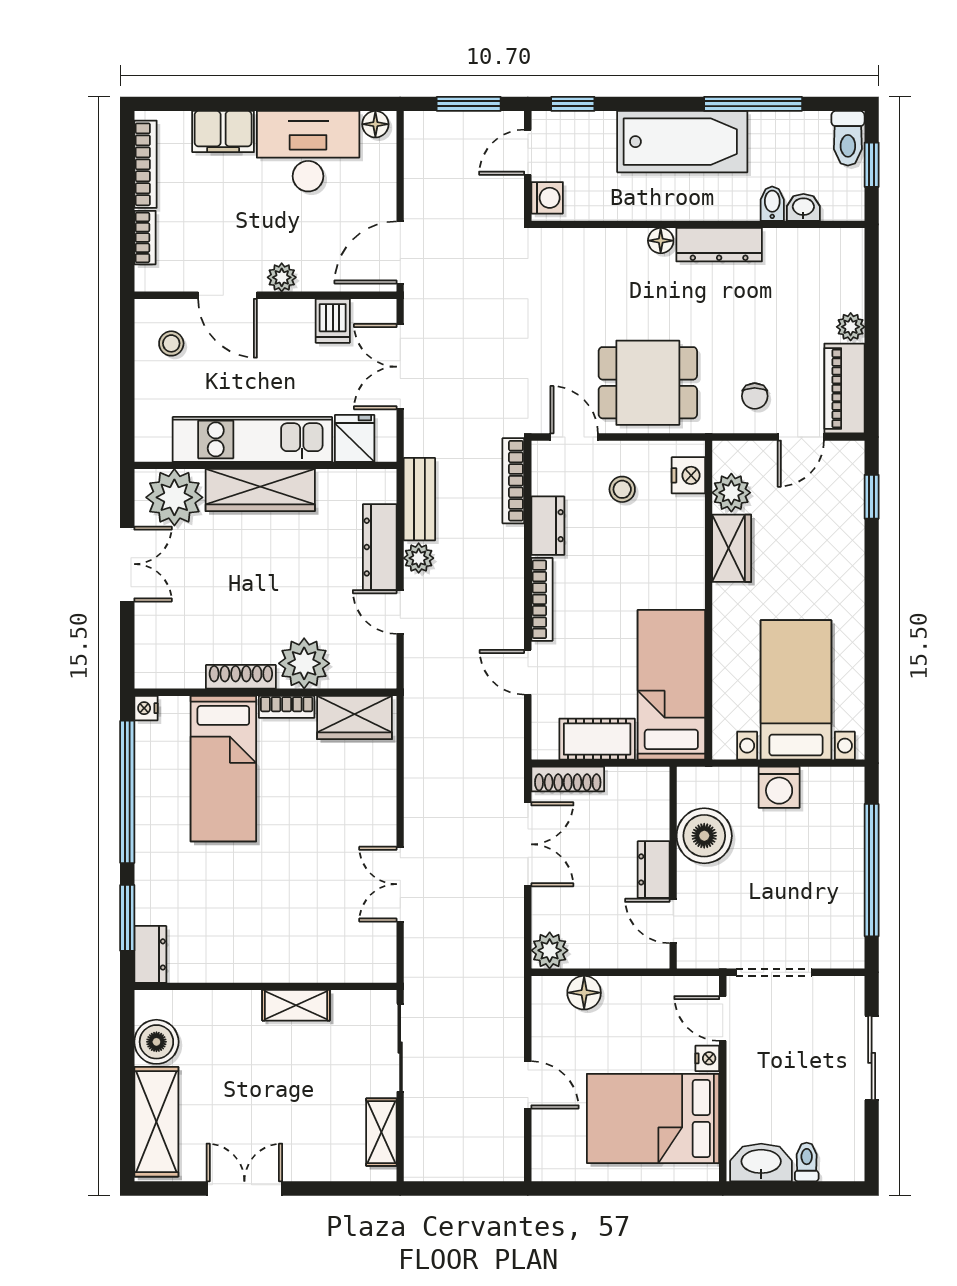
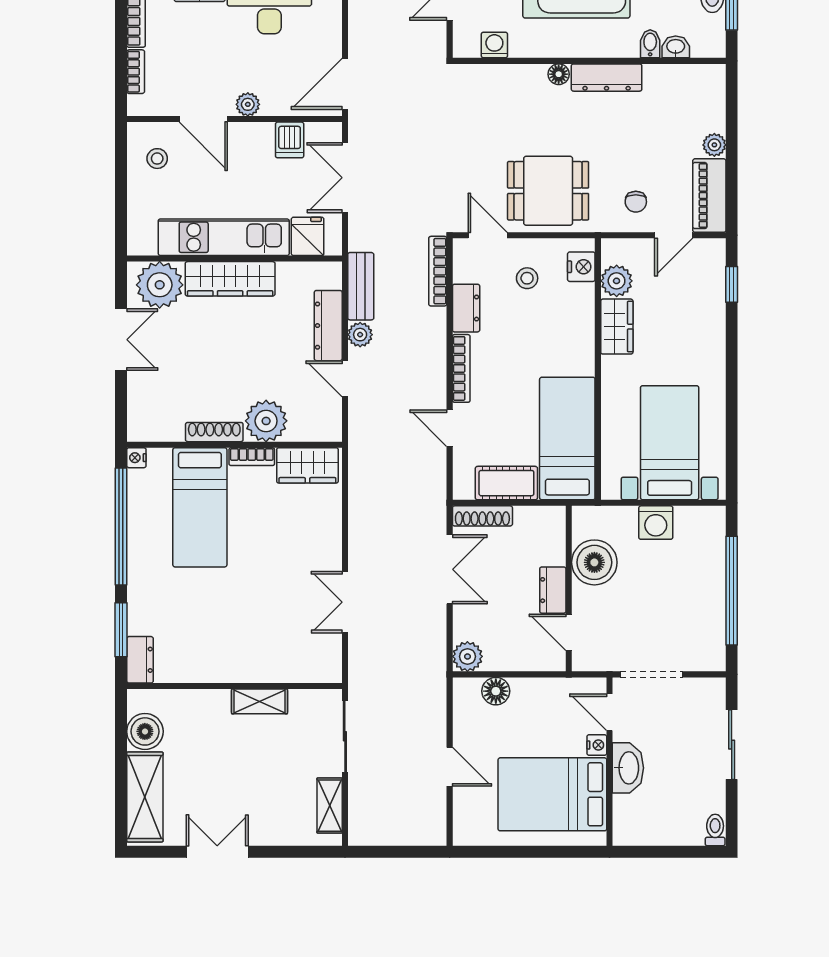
washing machine: (547, 198) -> (494, 45), moved, turned -90
toilet: (807, 1162) -> (715, 830), moved
washbasin: (761, 1163) -> (628, 768), moved, turned 90

